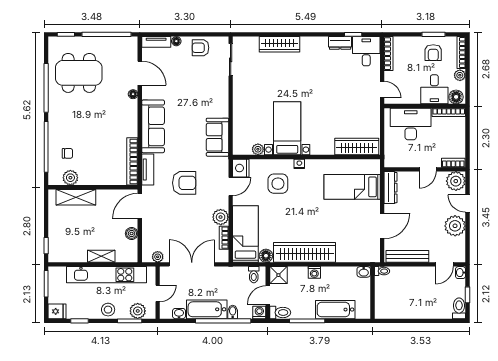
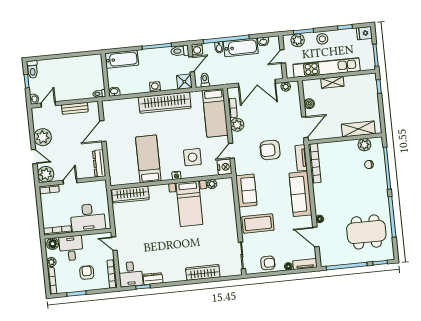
armchair: (433, 53) -> (87, 273), moved
coffee table: (208, 96) -> (258, 223), added
bed: (352, 187) -> (148, 159), moved, turned -90
floor lamp: (266, 256) -> (196, 97), removed
bench: (407, 256) -> (75, 108), width x0.73
bathtub: (335, 310) -> (122, 59), moved

